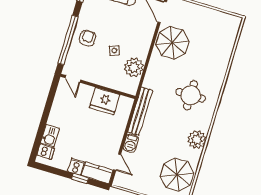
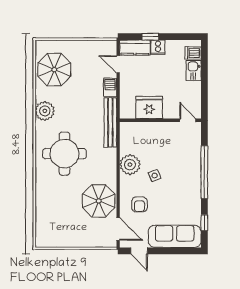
armchair: (88, 38) -> (140, 204), moved
door: (73, 79) -> (188, 120), moved
wall: (98, 86) -> (160, 120), moved
round table: (191, 95) -> (64, 154), width x1.36, depth x1.36
fridge: (105, 101) -> (149, 107), moved

